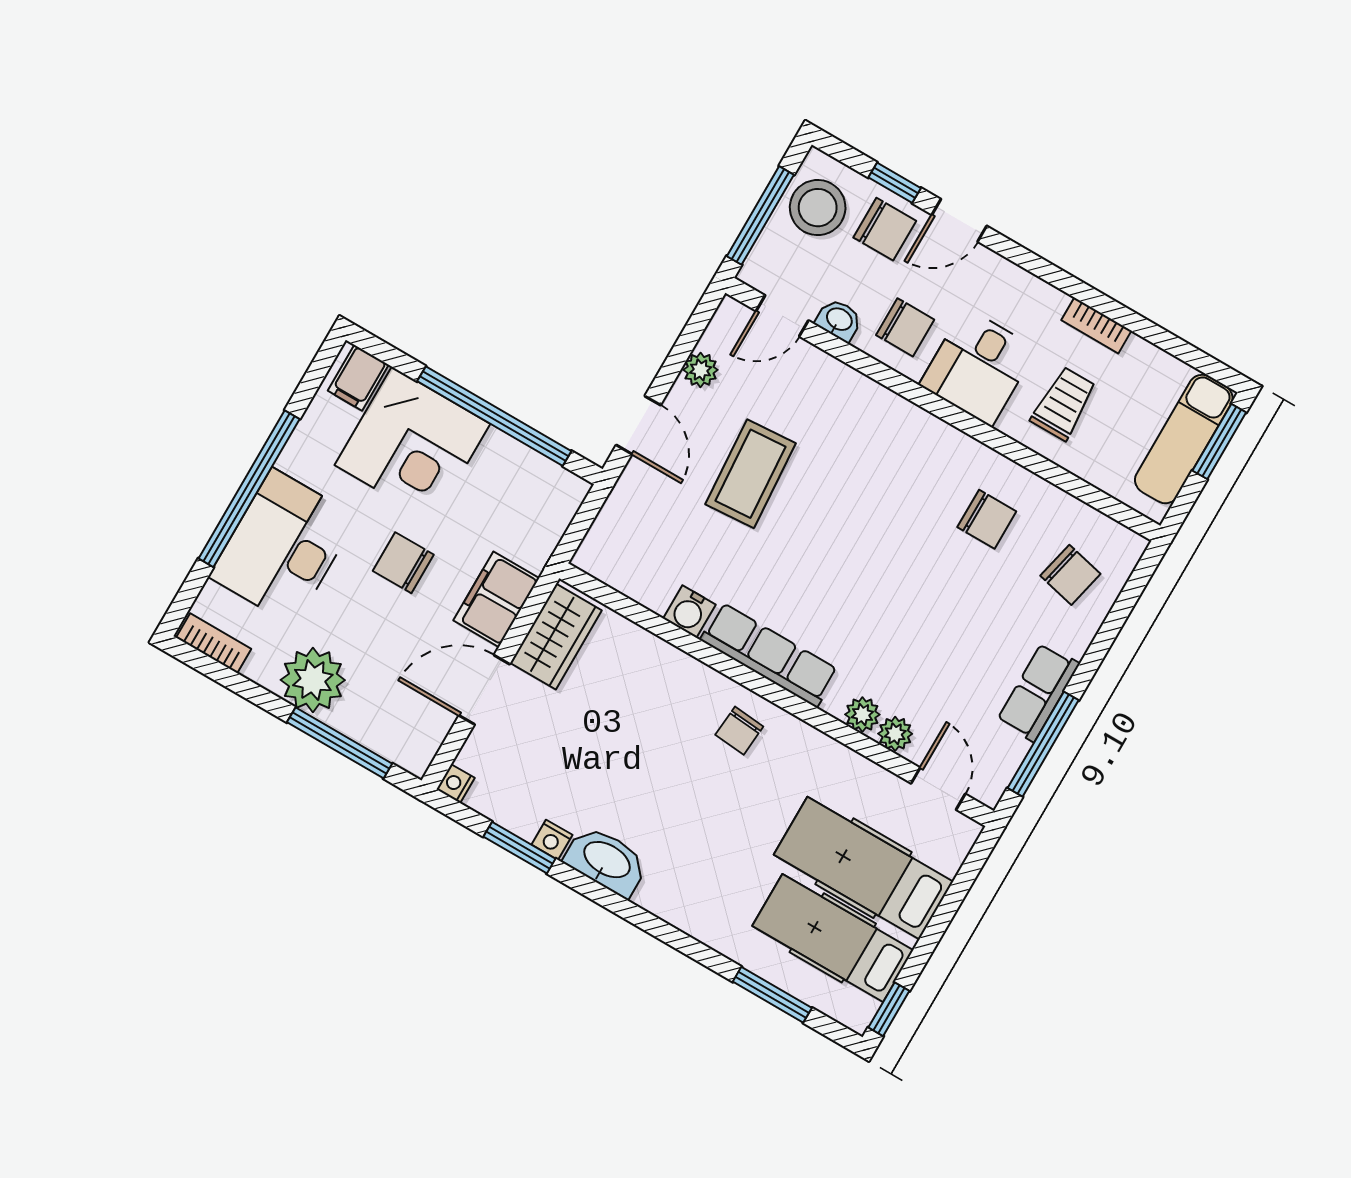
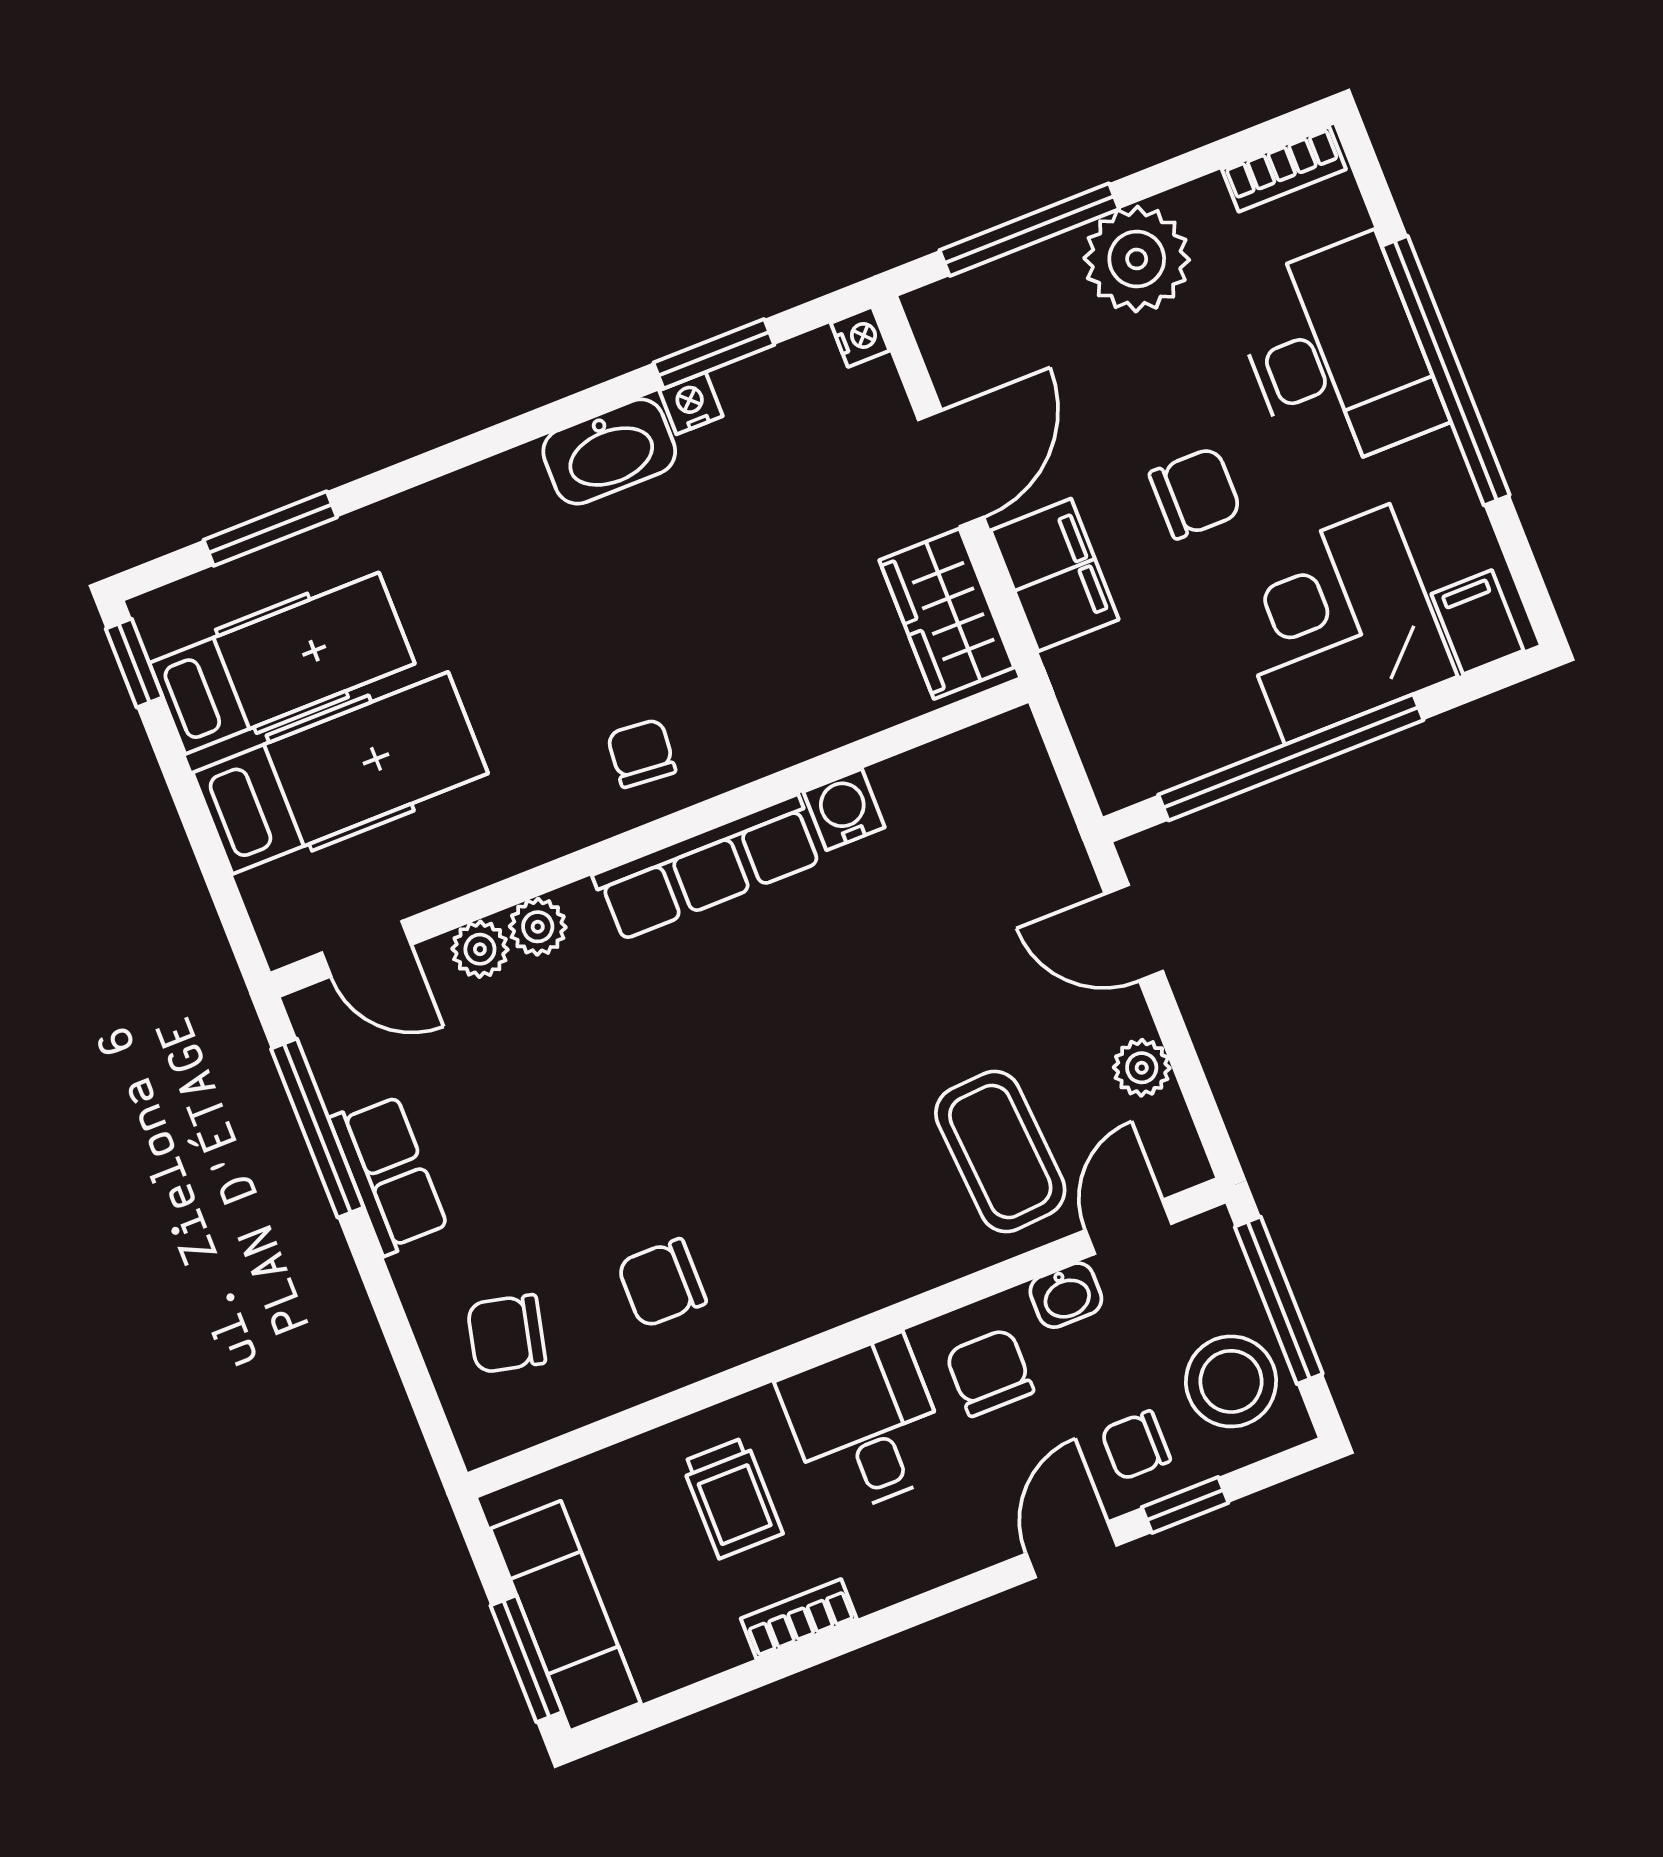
chair: (885, 229) -> (1136, 1445), width x0.73, depth x0.73
chair: (905, 327) -> (990, 1372), turned 90
coffee table: (751, 474) -> (1000, 1152), moved

